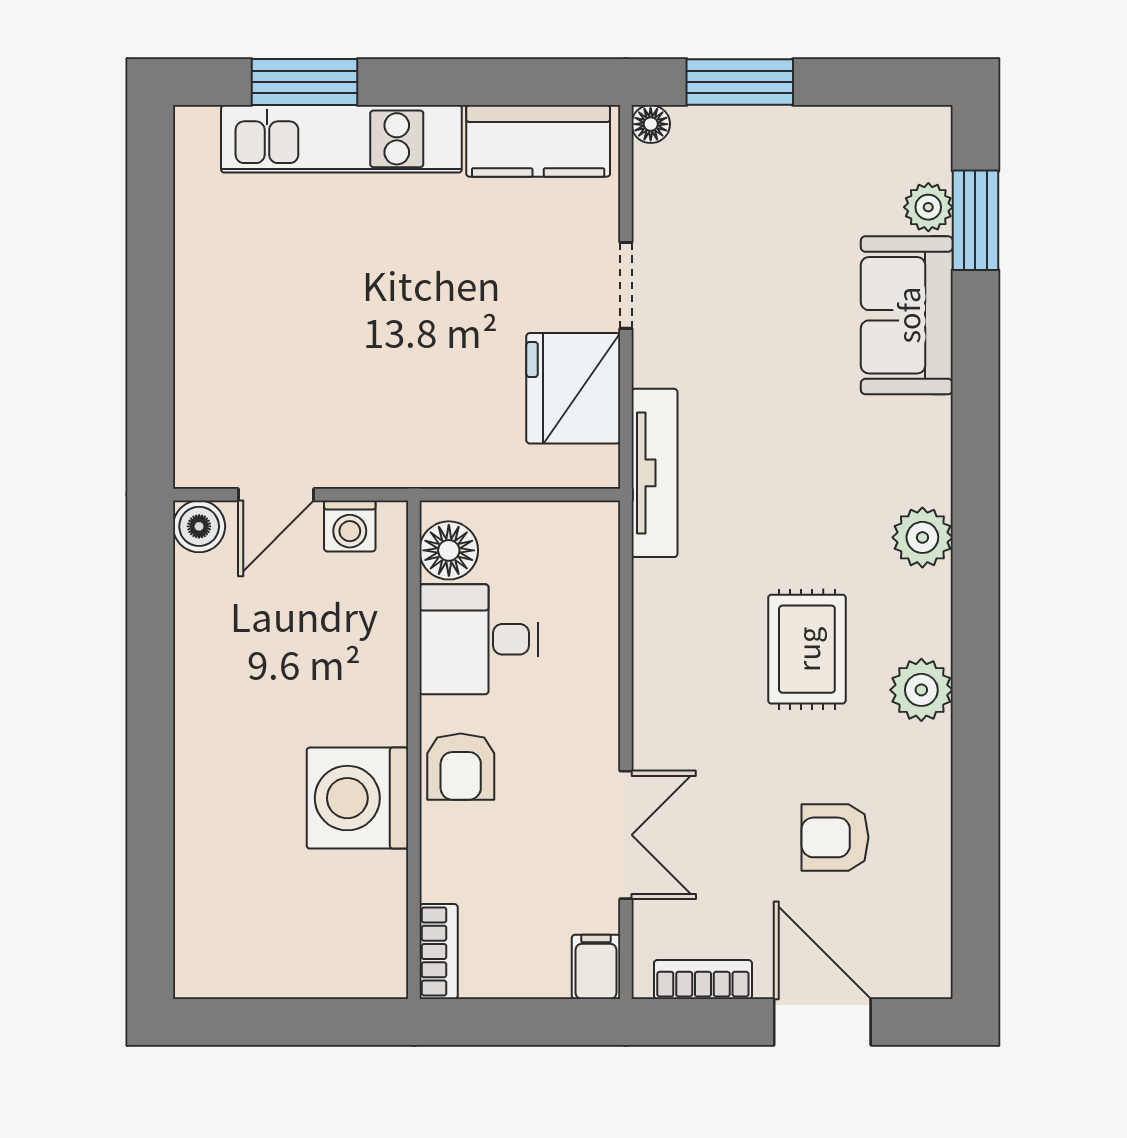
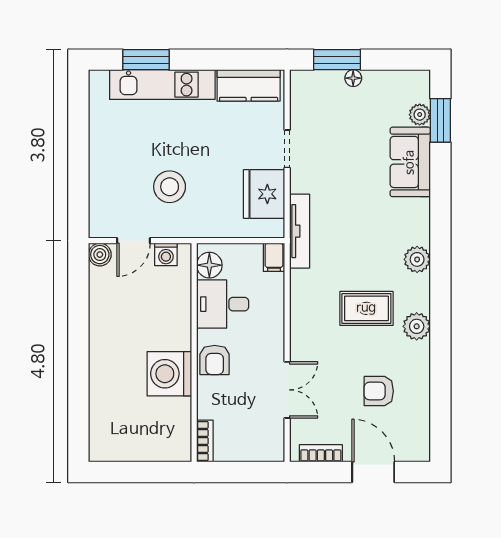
floor lamp: (651, 124) -> (353, 78), moved
stool: (358, 372) -> (170, 187), added
rug: (807, 649) -> (366, 308), turned 90
filing cabinet: (596, 967) -> (274, 257), moved, turned 180

